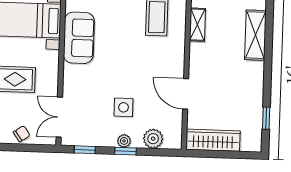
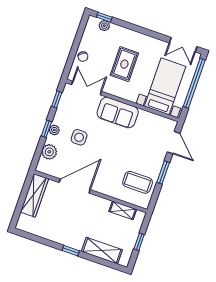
sofa: (79, 38) -> (118, 113), moved
door: (186, 94) -> (75, 186), width x1.36
window: (266, 118) -> (71, 251), moved

